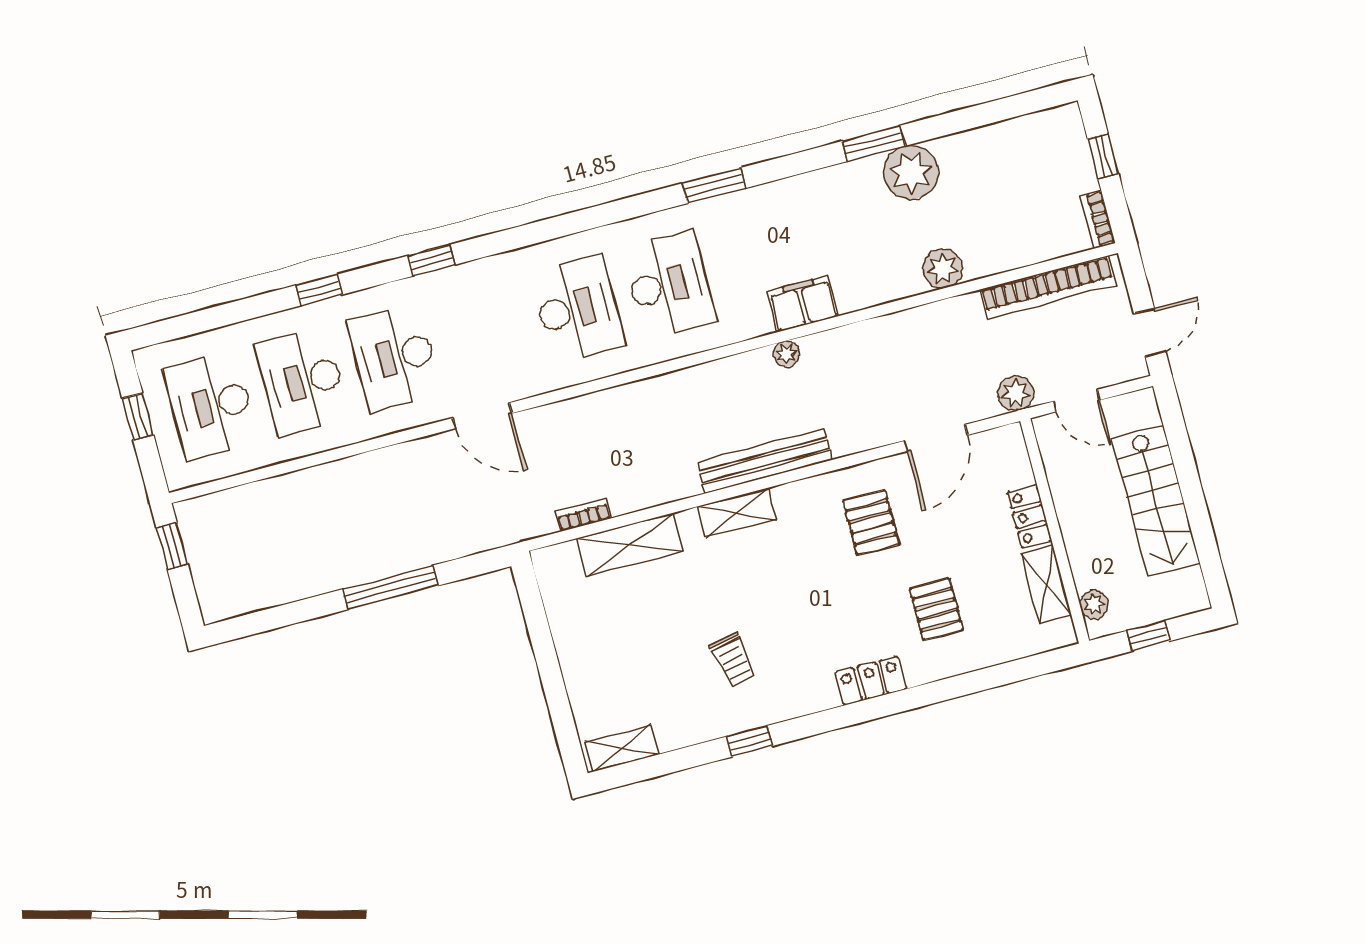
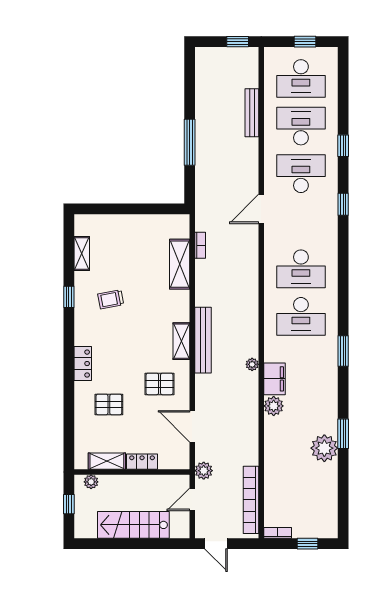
plant: (943, 269) -> (274, 406), moved
desk: (211, 406) -> (301, 78), turned 180
bench: (302, 483) -> (252, 113), added
shelving: (737, 513) -> (181, 341), moved
shelving: (622, 749) -> (82, 254), moved

